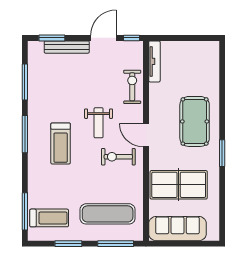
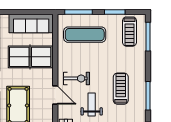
treadmill: (49, 218) -> (129, 32), turned -90

